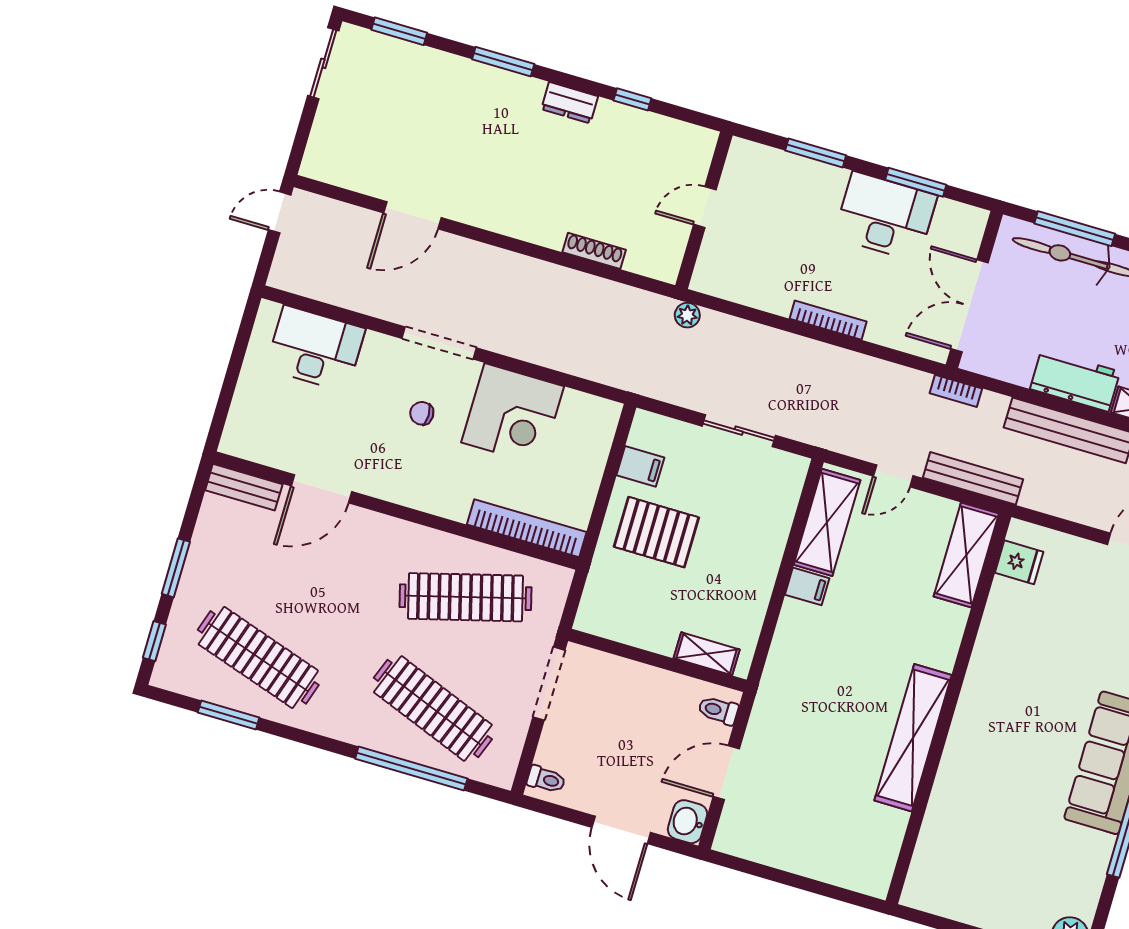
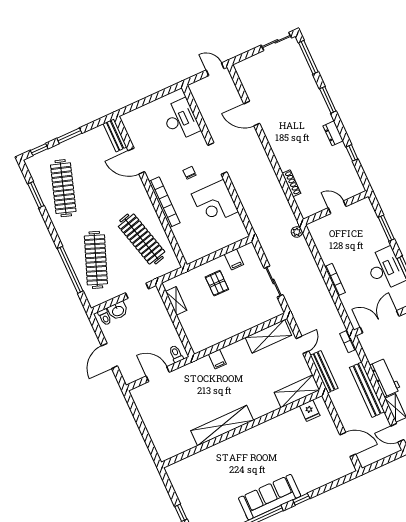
window: (399, 31) -> (308, 57), width x1.44
door: (893, 476) -> (302, 345), swing flipped
bookcase: (527, 528) -> (164, 202), moved
pallet: (656, 532) -> (217, 283), width x0.67, depth x0.71
filing cabinet: (807, 586) -> (217, 359), moved
shelving: (707, 654) -> (176, 301), moved
doorway: (549, 683) -> (137, 291), width x0.73
washbasin: (688, 822) -> (118, 311), moved, turned 180

